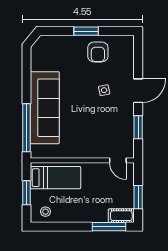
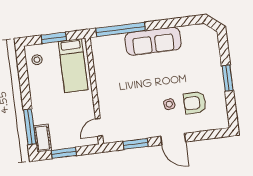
armchair: (98, 52) -> (195, 103), moved
sofa: (45, 108) -> (153, 41), width x0.74, depth x0.79

